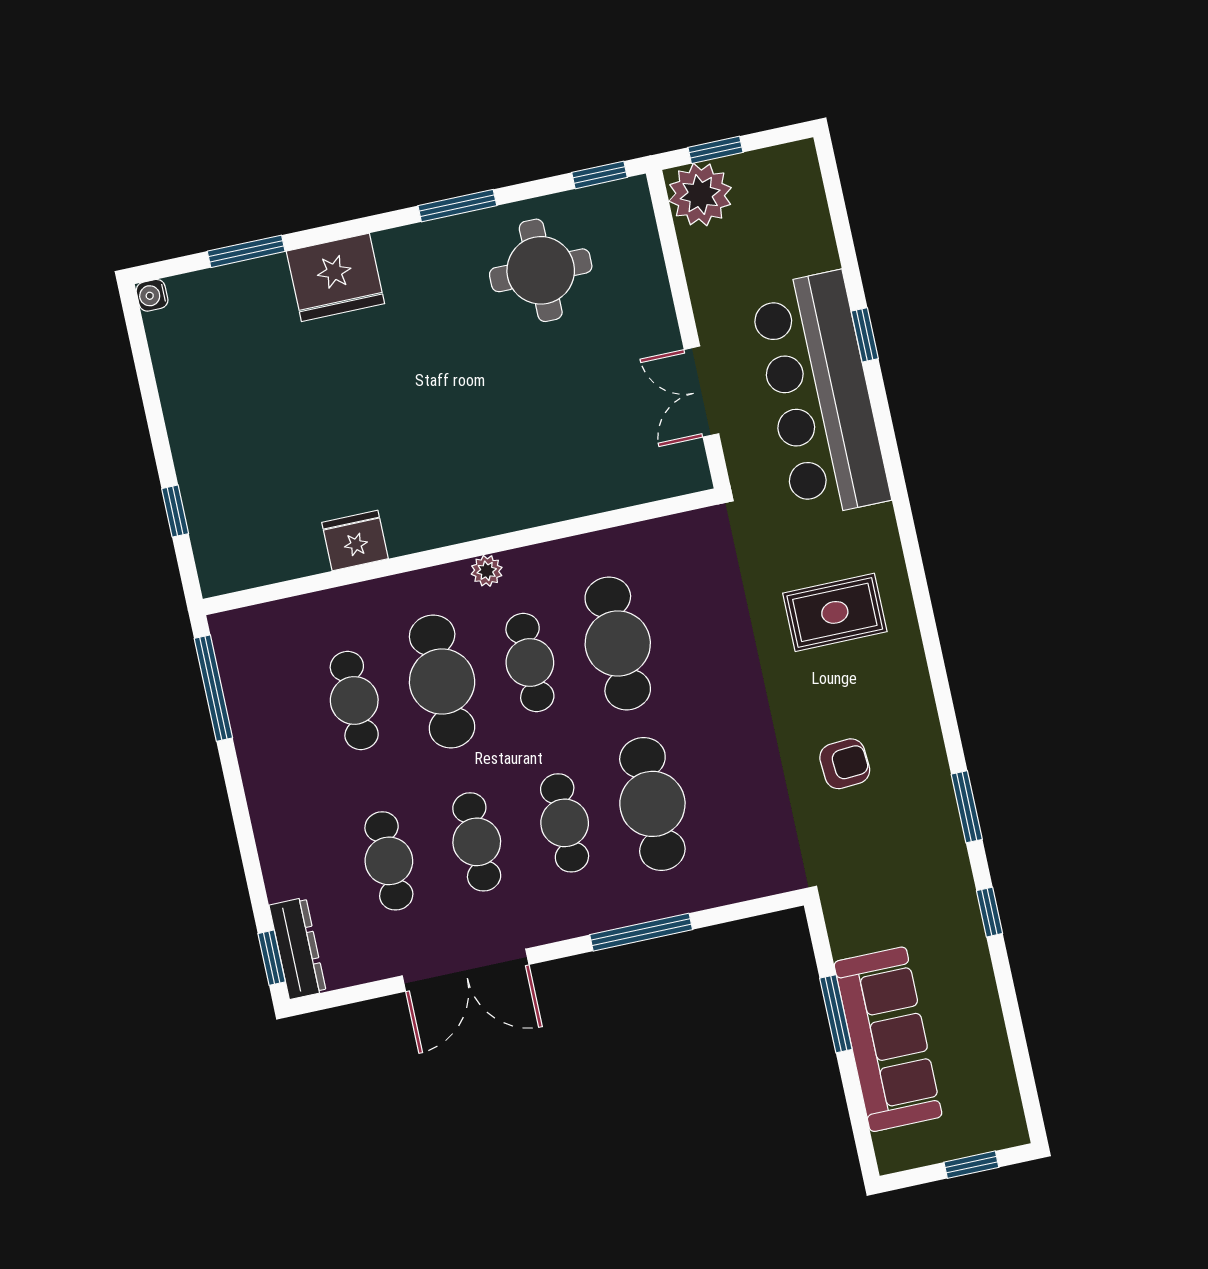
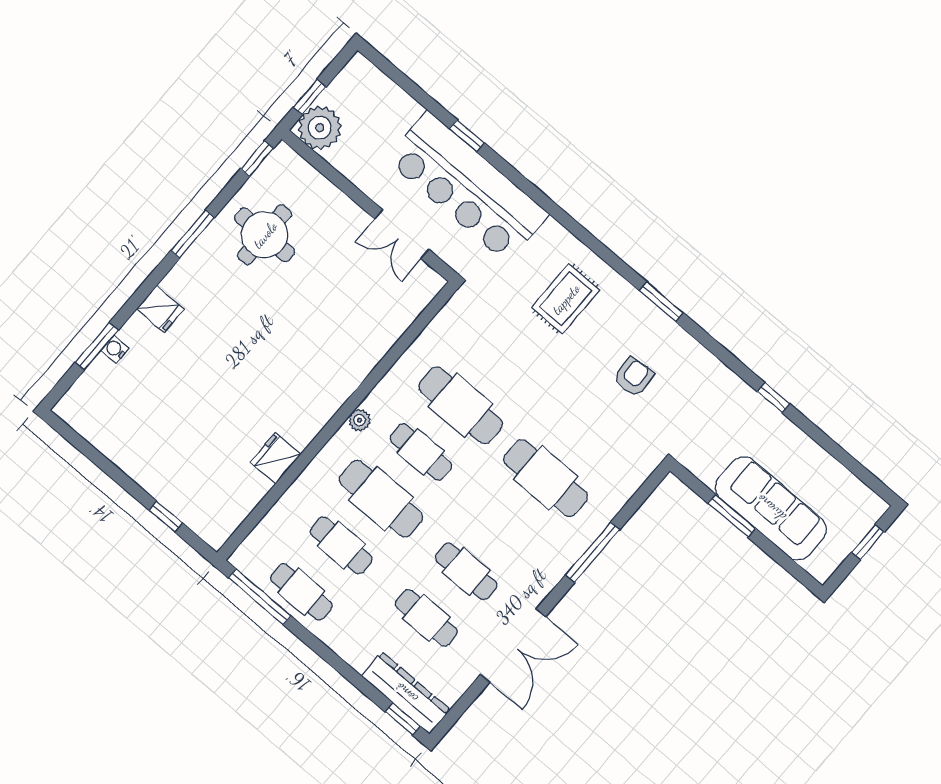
fridge: (335, 277) -> (160, 309), width x0.53, depth x0.75
water cooler: (152, 295) -> (115, 349), moved, turned 90
window: (967, 807) -> (661, 302), moved
cafe table: (565, 823) -> (301, 592), moved
dresser: (298, 948) -> (406, 693), width x1.37, depth x1.24

